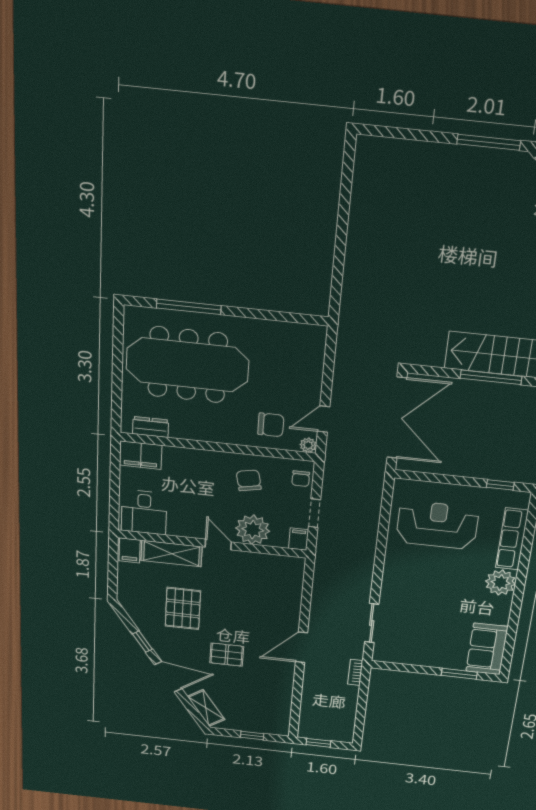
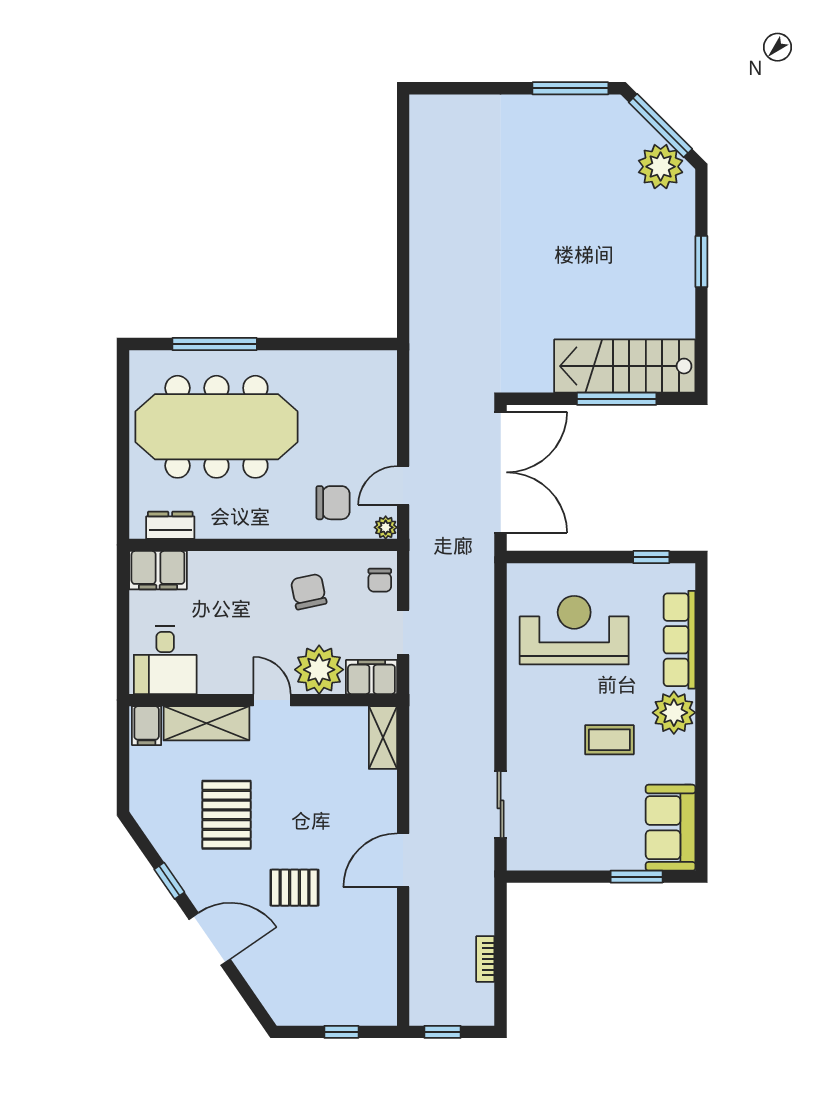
filing cabinet: (298, 539) -> (371, 677), width x2.00
coffee table: (453, 594) -> (609, 740), added
bookcase: (355, 672) -> (485, 959), moved
shelving: (206, 708) -> (383, 738), moved, turned 35

